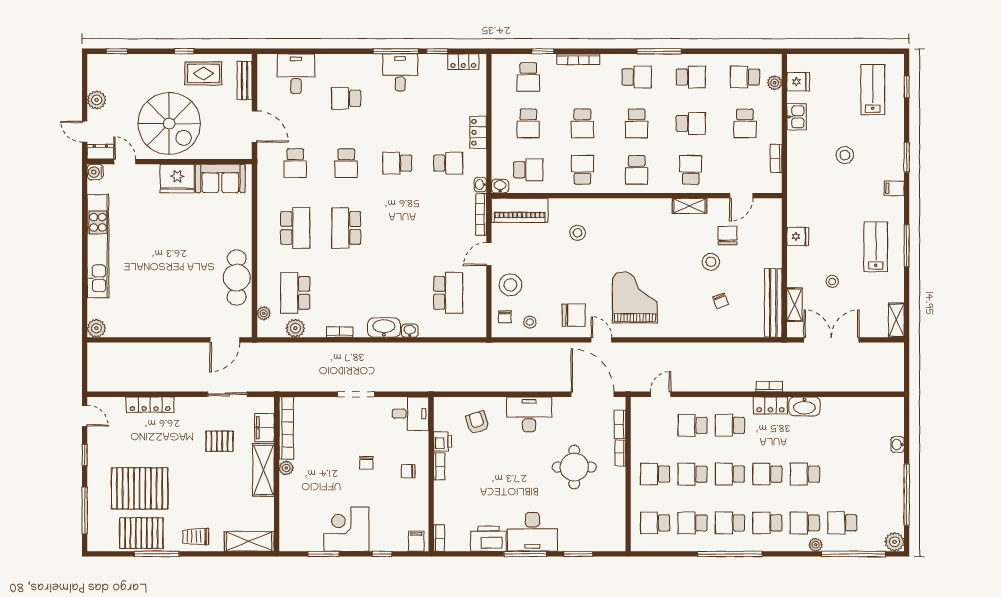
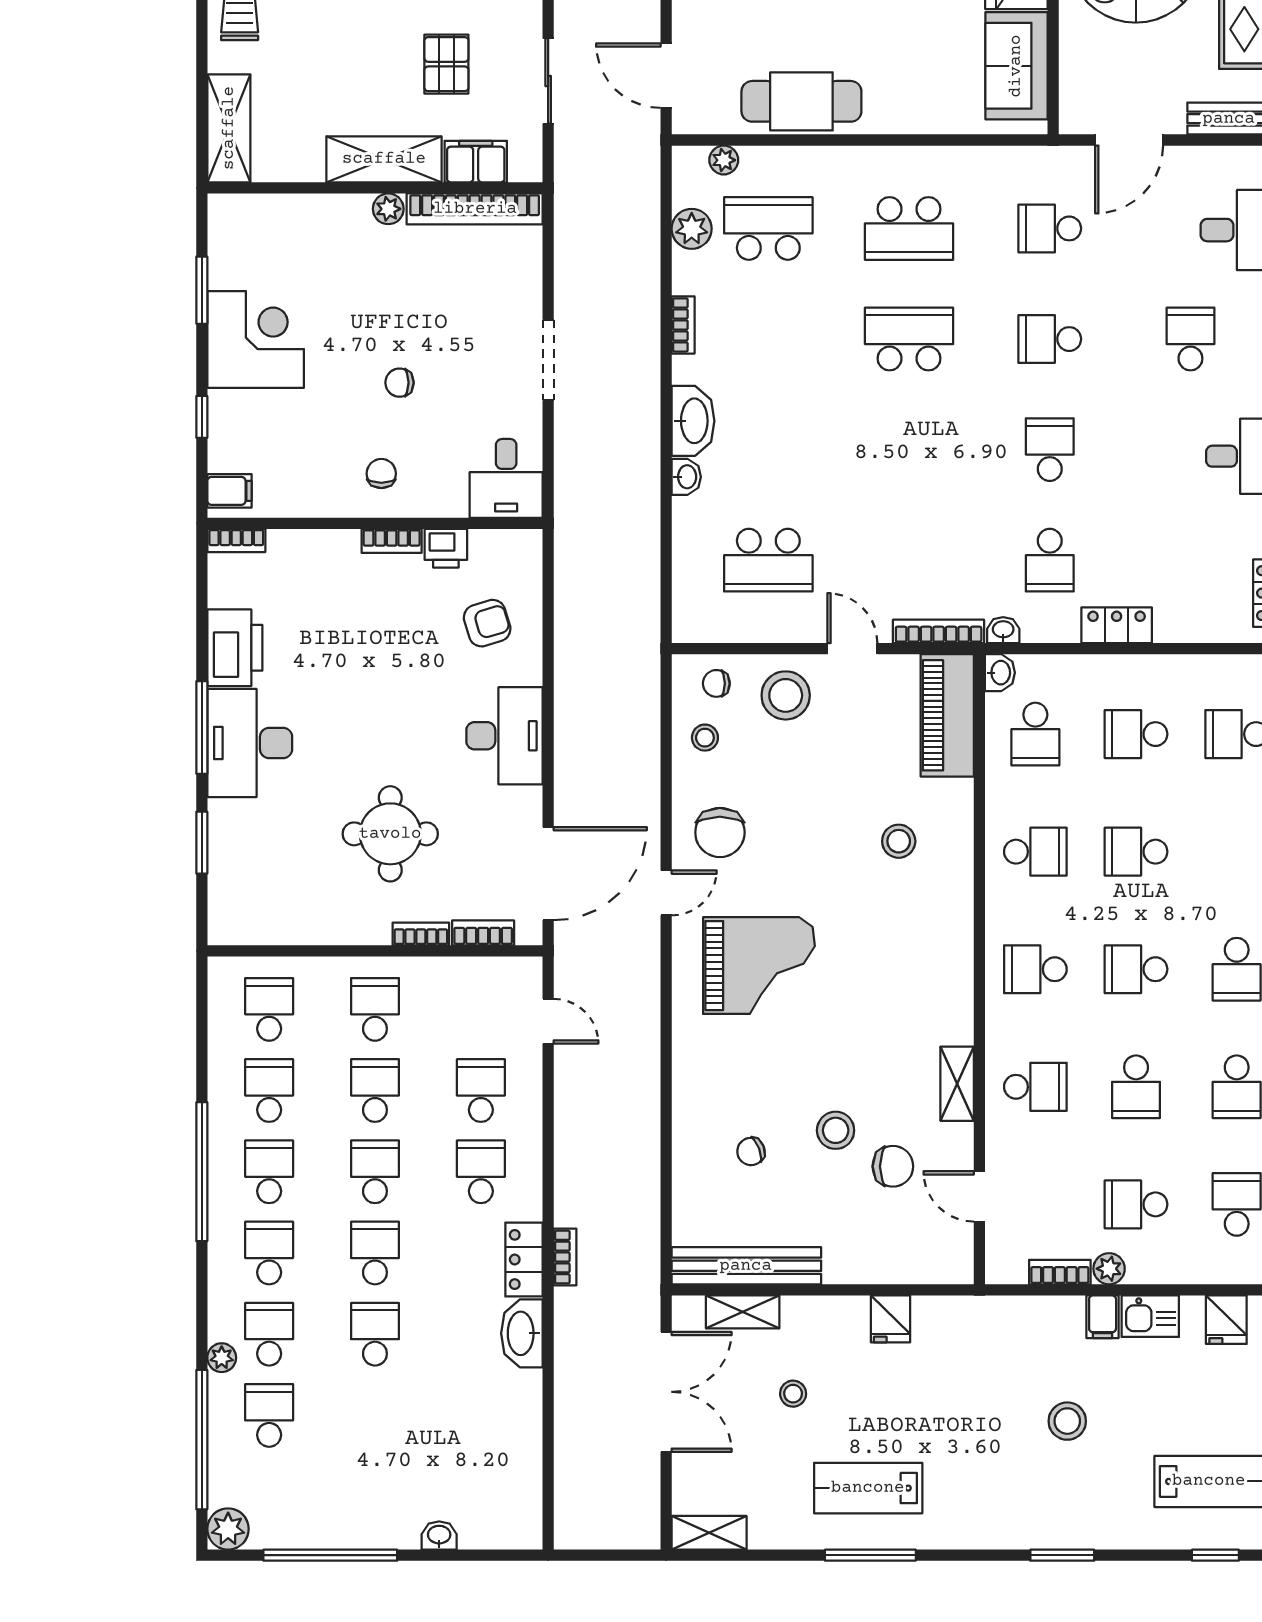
plant: (775, 83) -> (1109, 1269), moved
filing cabinet: (894, 188) -> (1103, 1317), moved, turned 180
lab bench: (876, 247) -> (868, 1488), turned 180

